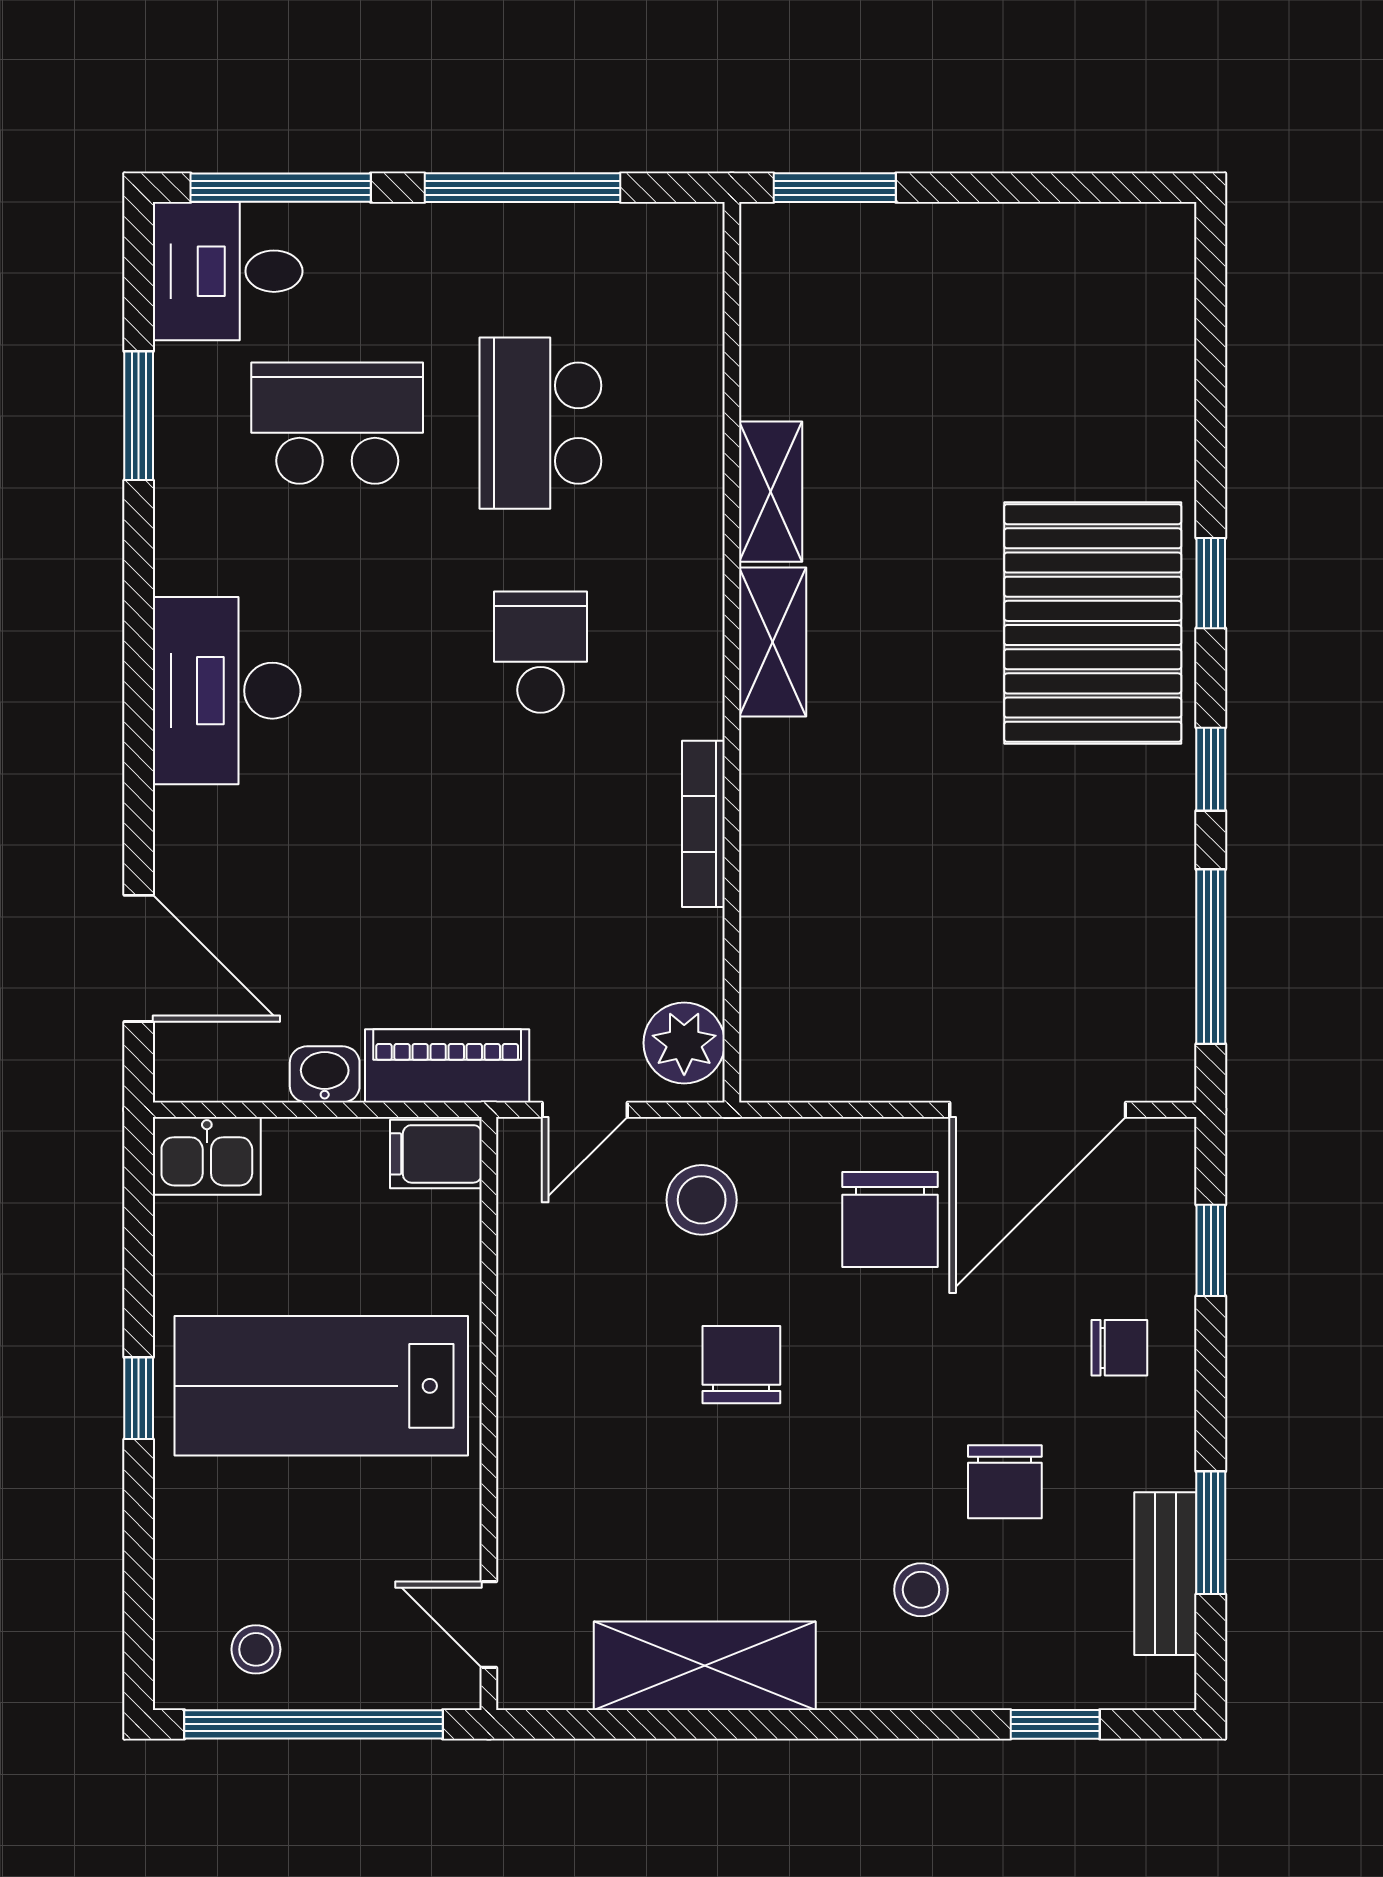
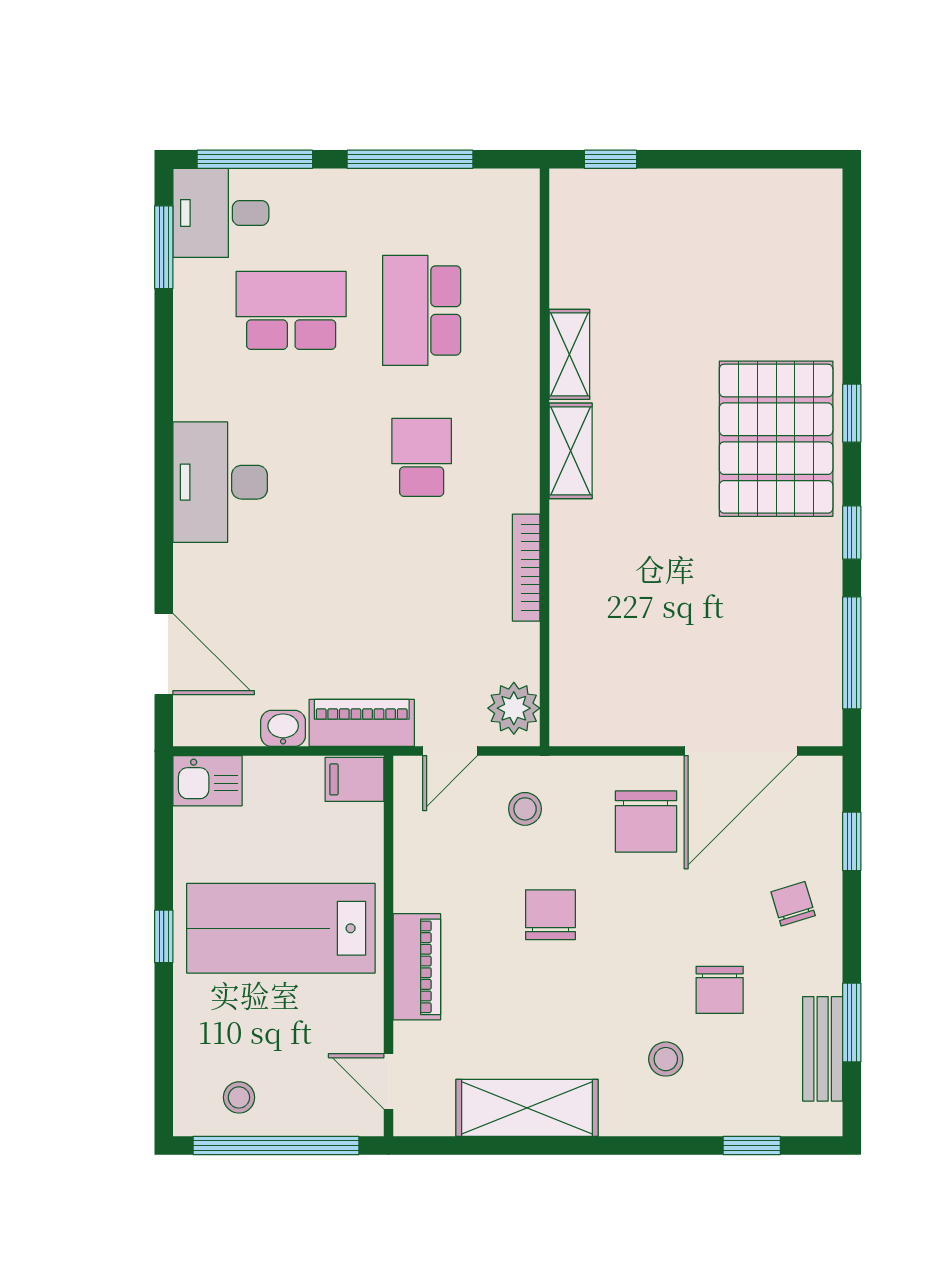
window: (835, 188) -> (610, 159), width x0.67
window: (139, 416) -> (164, 247), moved
stool: (702, 1200) -> (525, 809), width x0.73, depth x0.73
chair: (1119, 1348) -> (793, 904), turned -107
piano: (533, 1446) -> (417, 967), added

